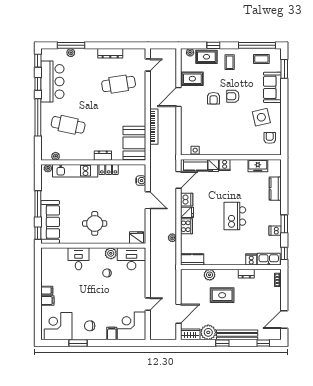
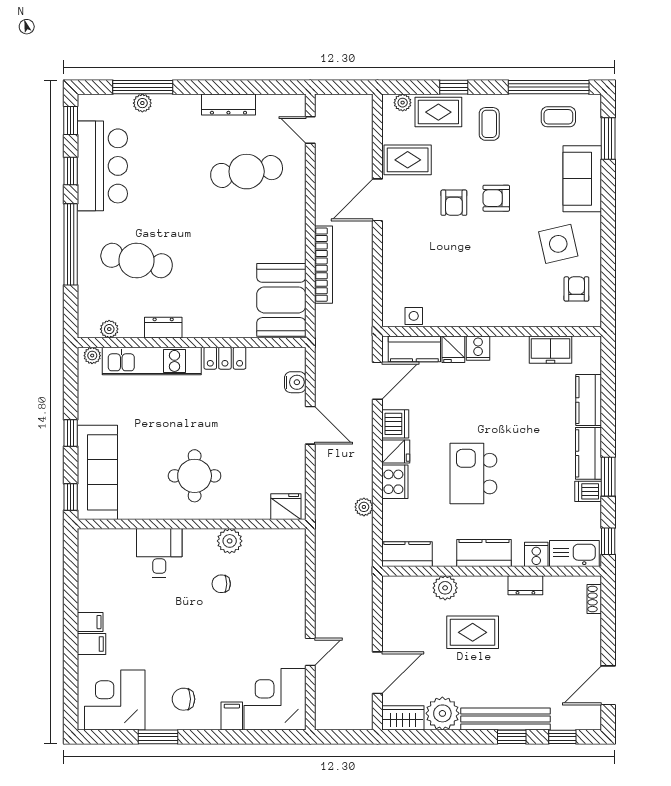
door: (148, 65) -> (310, 130), swing flipped
dresser: (103, 156) -> (163, 328), moved
window: (38, 204) -> (71, 433), width x0.46
kitchen counter: (275, 213) -> (588, 453), added
kitchen island: (235, 216) -> (473, 474), moved
desk: (131, 259) -> (275, 553), removed
kitchen counter: (227, 259) -> (484, 553), added
window: (222, 343) -> (512, 737), moved

